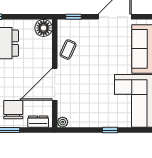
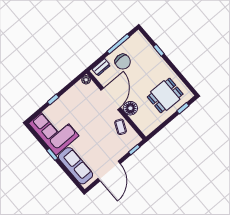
floor lamp: (44, 28) -> (130, 108), moved

